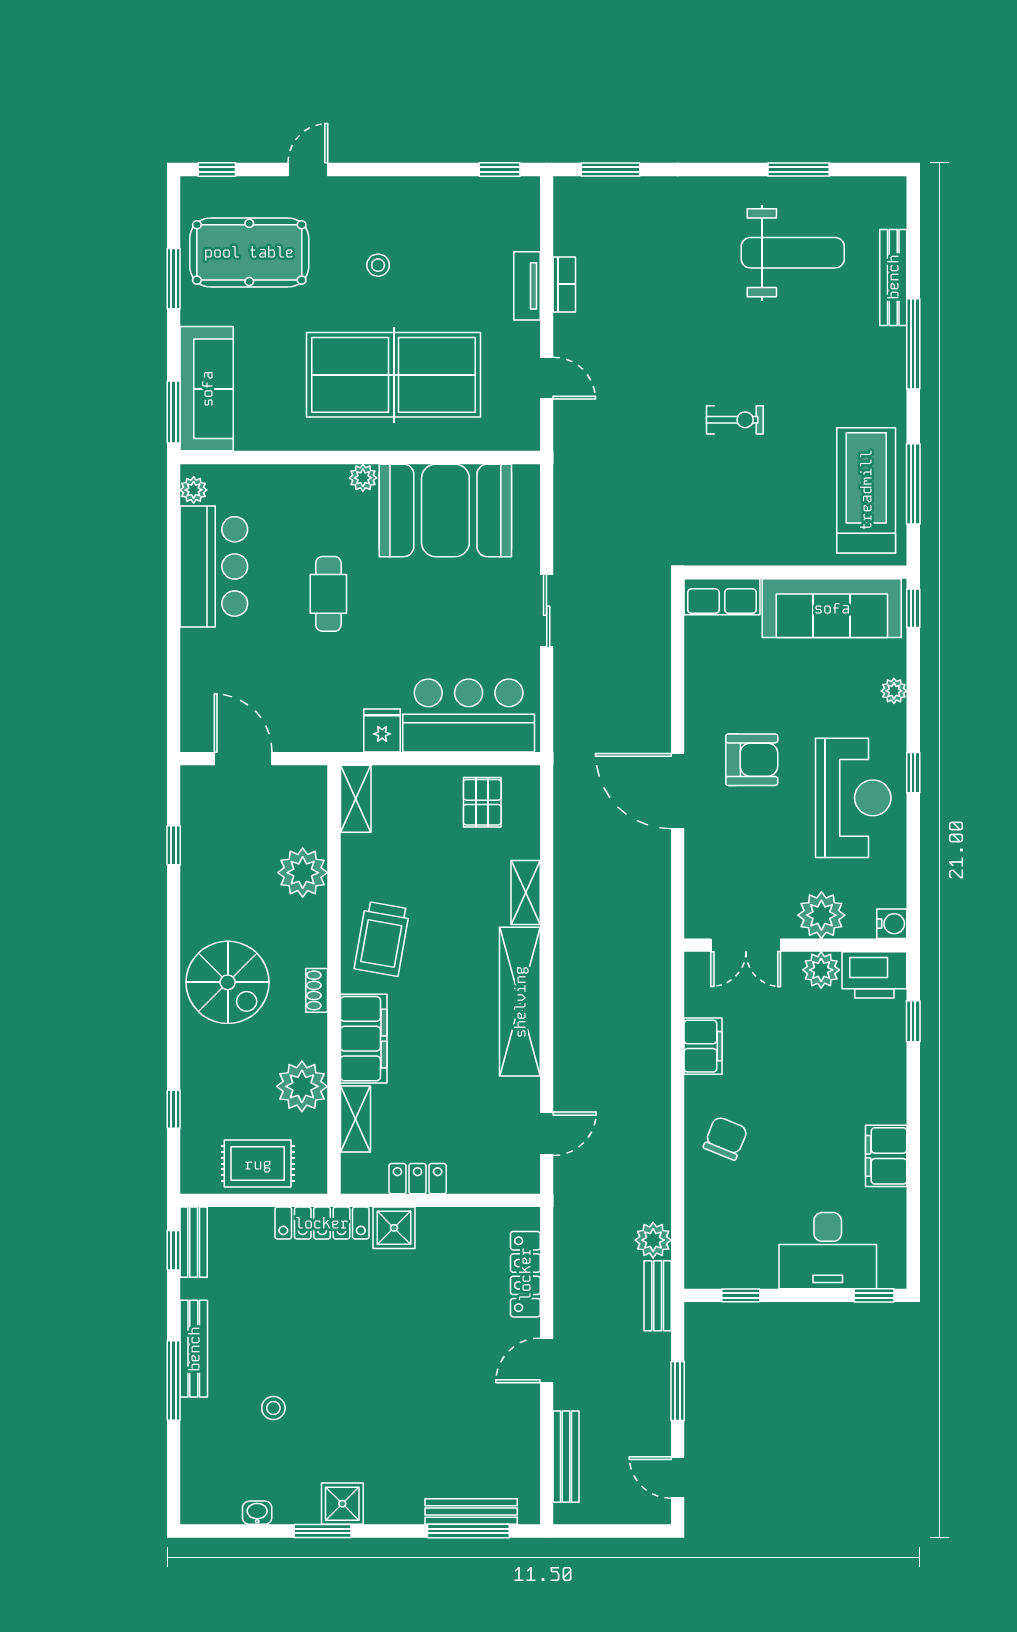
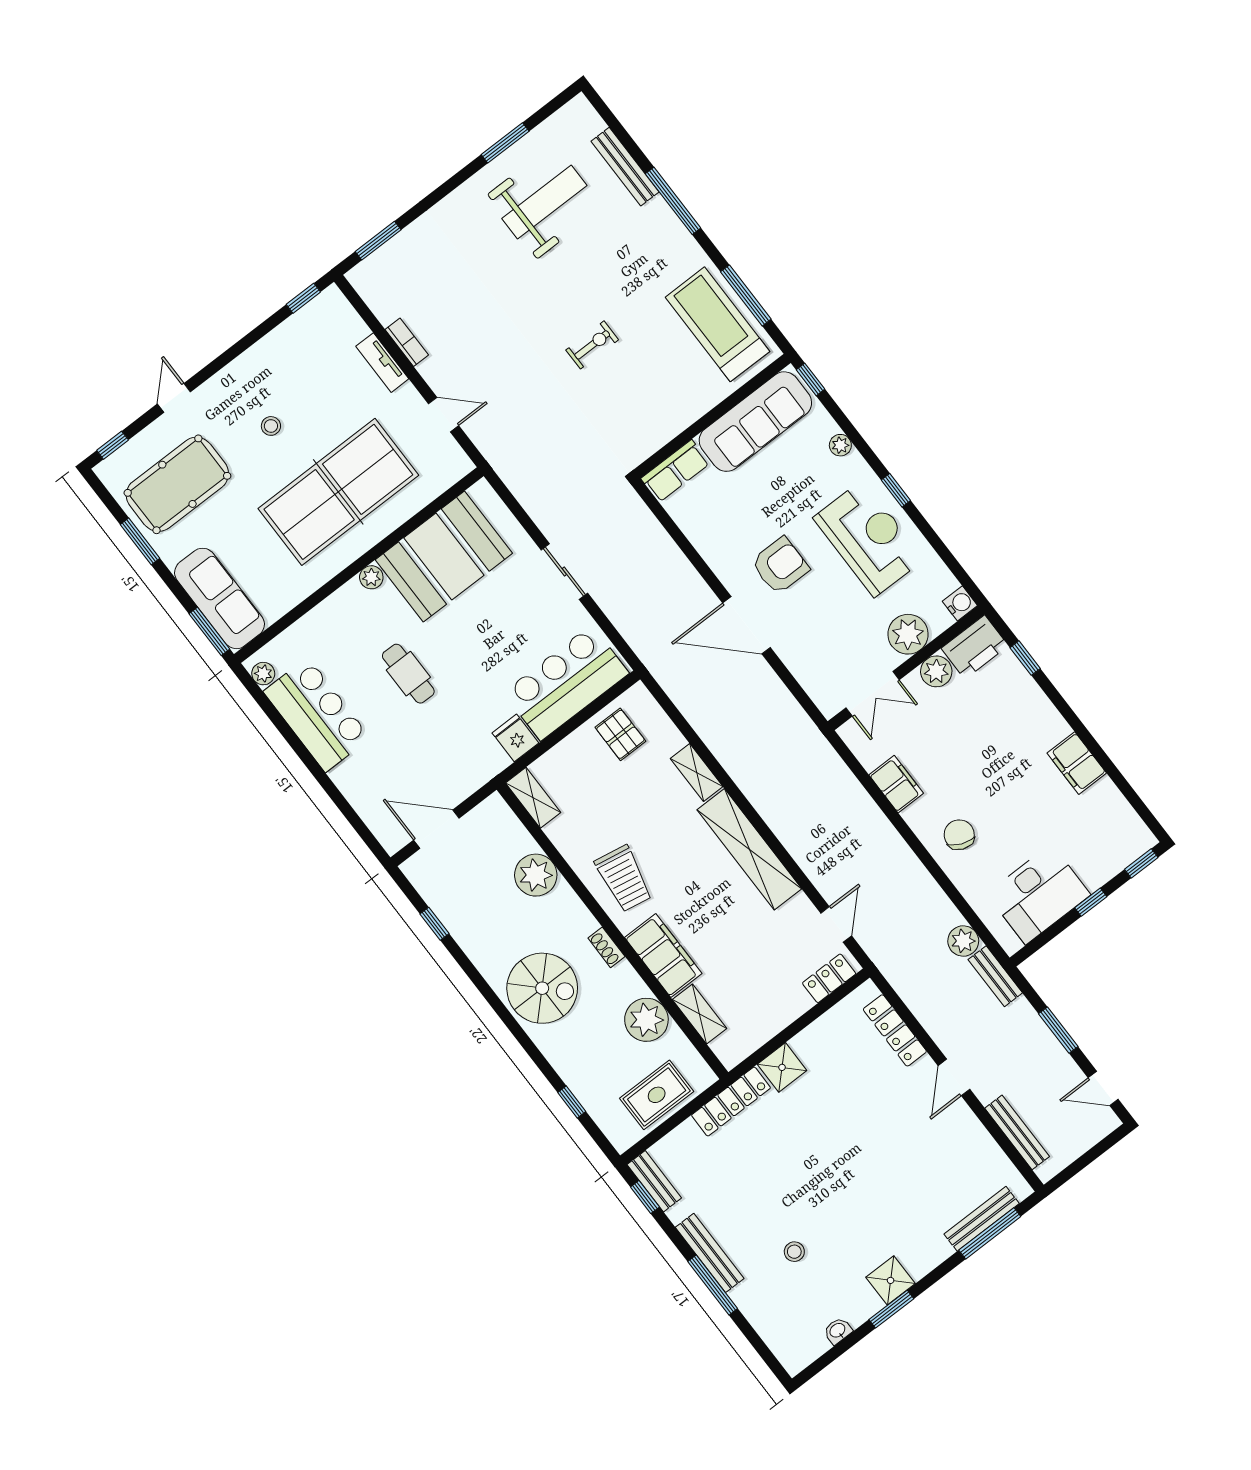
locker: (418, 1179) -> (829, 978), moved
desk: (828, 1251) -> (1039, 894), moved
window: (741, 1295) -> (1091, 902), moved

